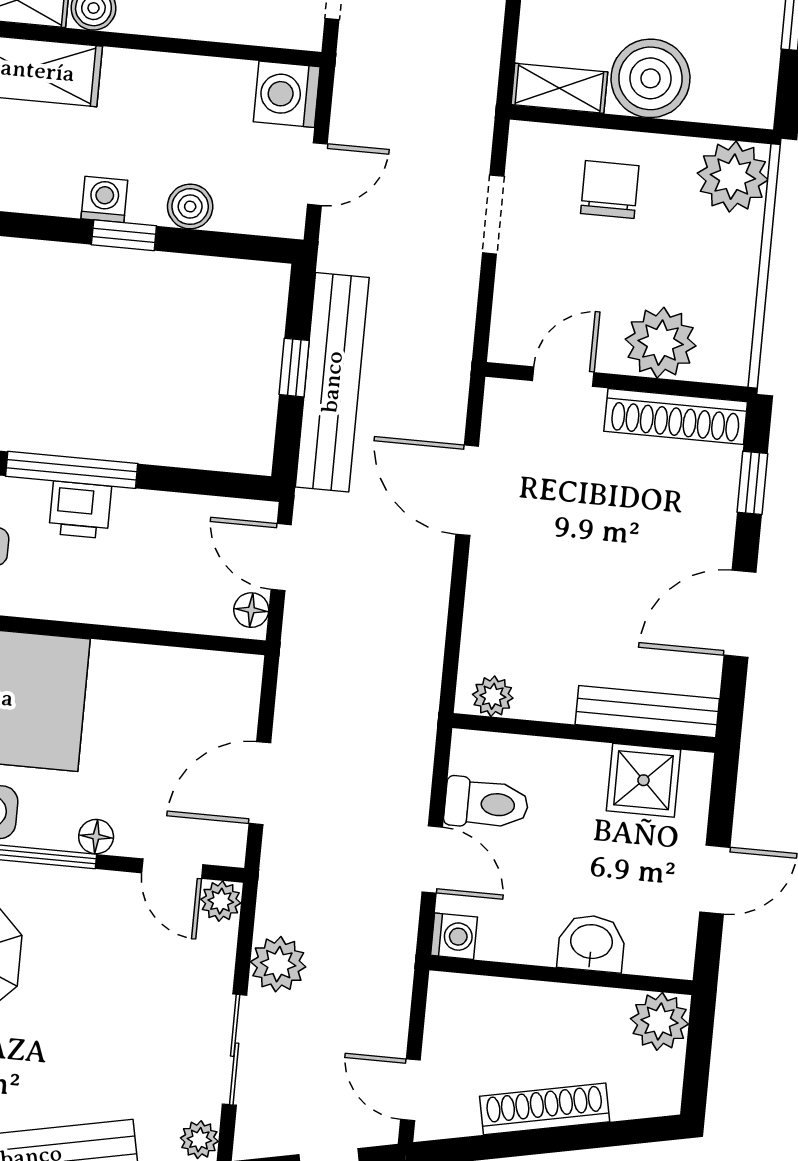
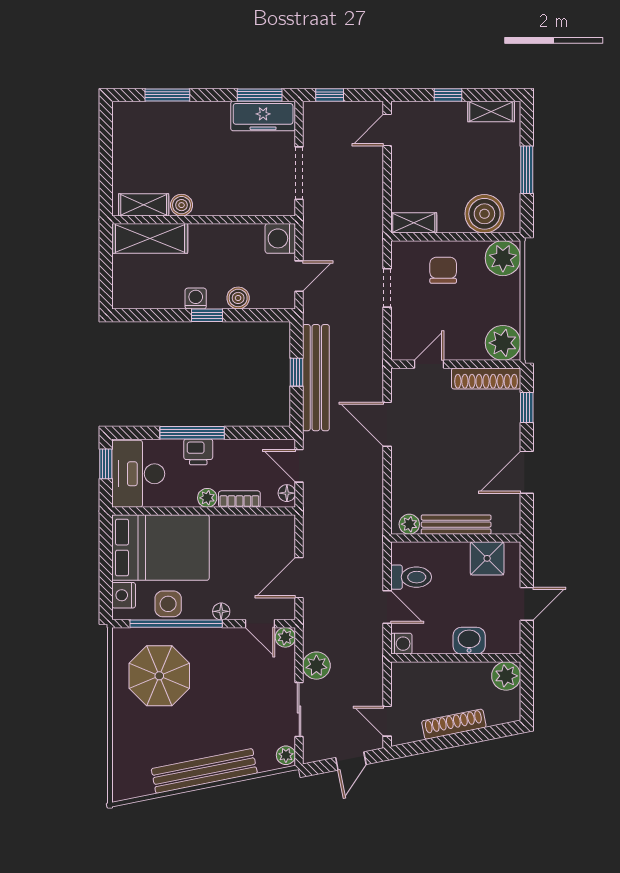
boiler: (650, 78) -> (484, 214), moved
plant: (661, 343) -> (503, 343), moved
plant: (89, 604) -> (207, 498), added
bookcase: (154, 613) -> (239, 499), added
bench: (647, 712) -> (456, 525), moved

